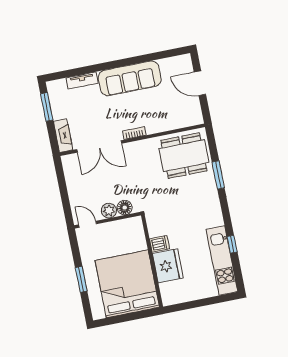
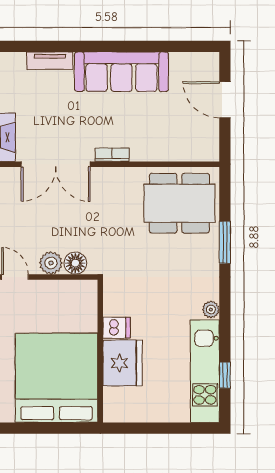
plant: (218, 220) -> (211, 310), added
window: (232, 244) -> (225, 375), moved

